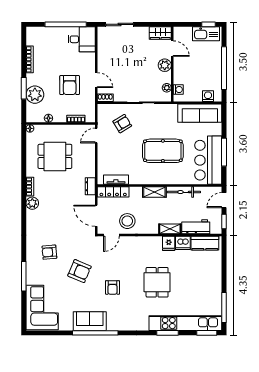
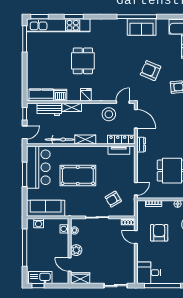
fridge: (169, 243) -> (86, 95), moved
armchair: (113, 287) -> (122, 56), removed

